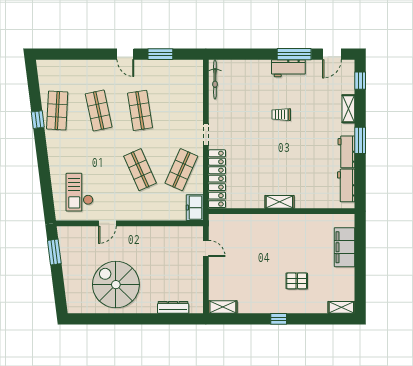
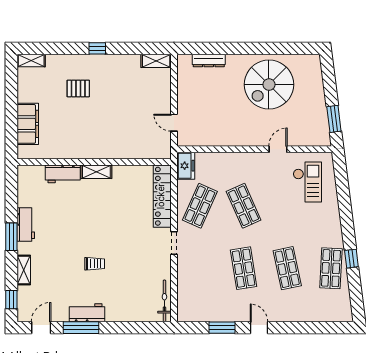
workbench: (346, 185) -> (63, 174), moved, turned 90
spiral stairs: (116, 285) -> (269, 85), turned 90

